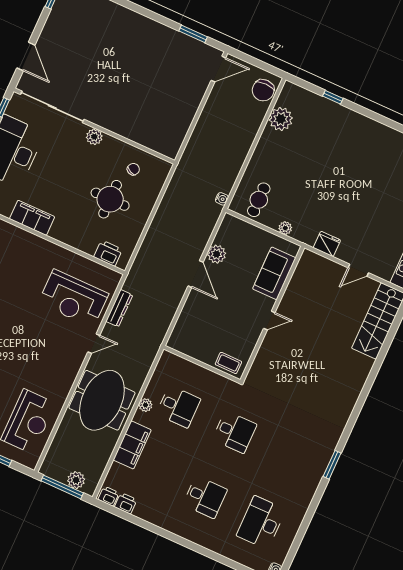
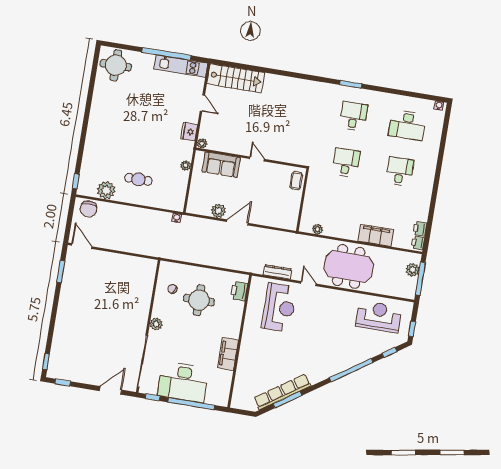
chair: (263, 90) -> (89, 209), turned 90
window: (333, 97) -> (76, 181), moved
cafe table: (259, 200) -> (138, 179), moved
plant: (307, 256) -> (202, 144), added
plant: (145, 405) -> (318, 229), moved
desk: (178, 407) -> (354, 116), moved

